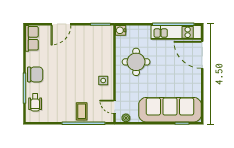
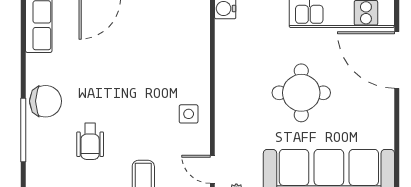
round table: (136, 62) -> (301, 93), moved
wheelchair: (35, 102) -> (90, 141), moved

